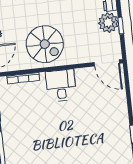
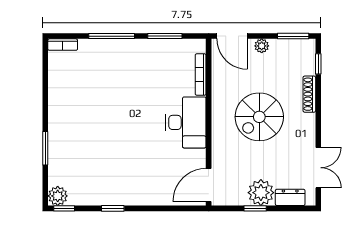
spiral stairs: (45, 44) -> (259, 117), moved
desk: (61, 85) -> (186, 122), width x1.37

